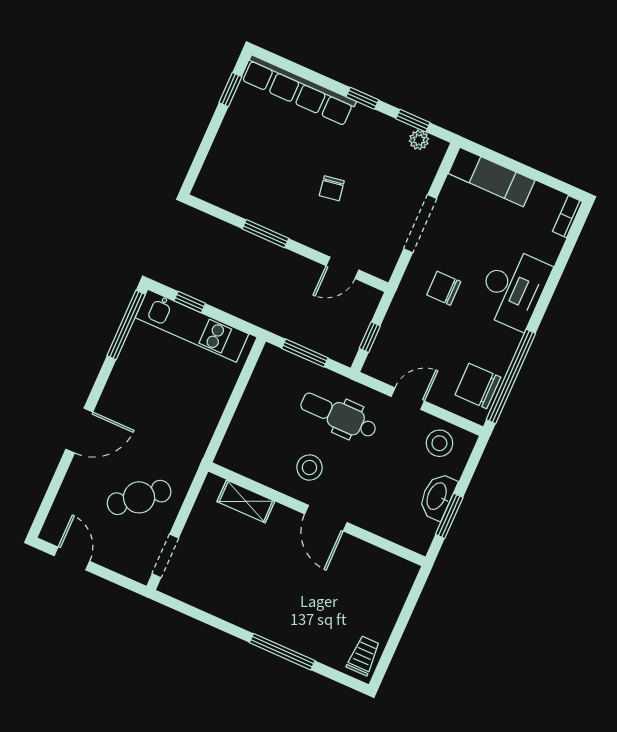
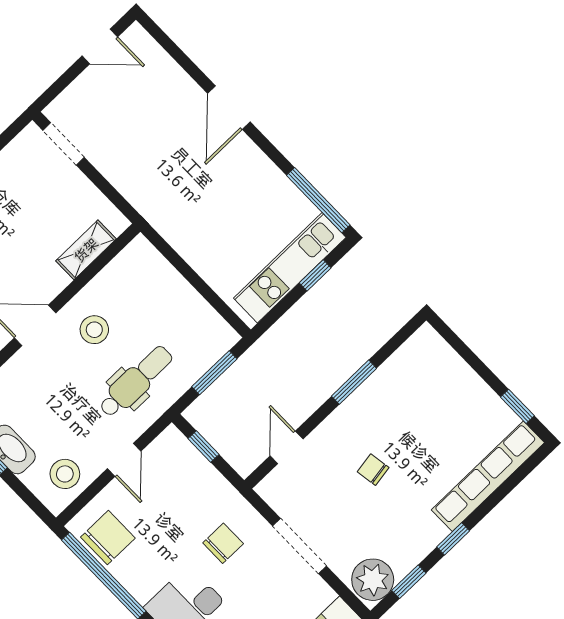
plant: (419, 140) -> (373, 580), width x1.87, depth x1.87
cafe table: (139, 497) -> (135, 141), removed

